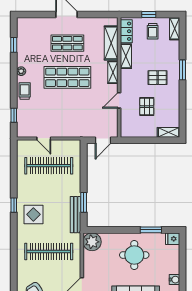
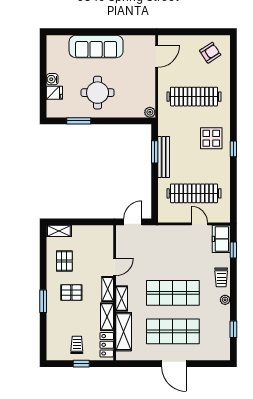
shelving: (175, 29) -> (108, 289), moved
shop shelf: (67, 43) -> (173, 331), width x1.43, depth x1.36
pallet: (147, 107) -> (64, 261), moved
freezer: (25, 125) -> (221, 239), added
bench: (76, 215) -> (164, 157), moved
fridge: (173, 239) -> (54, 93), moved
plant: (92, 242) -> (150, 112), width x0.53, depth x0.53
water cooler: (175, 280) -> (52, 79), moved

